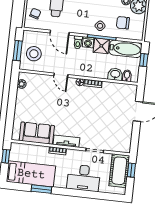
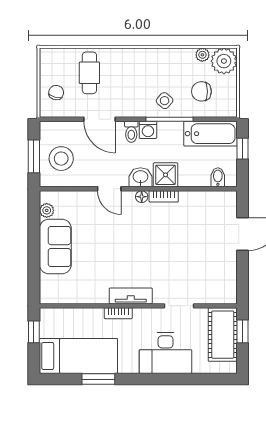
shower: (101, 46) -> (165, 175), moved
washbasin: (115, 74) -> (140, 177), moved
sofa: (37, 133) -> (55, 247), moved, turned 90

